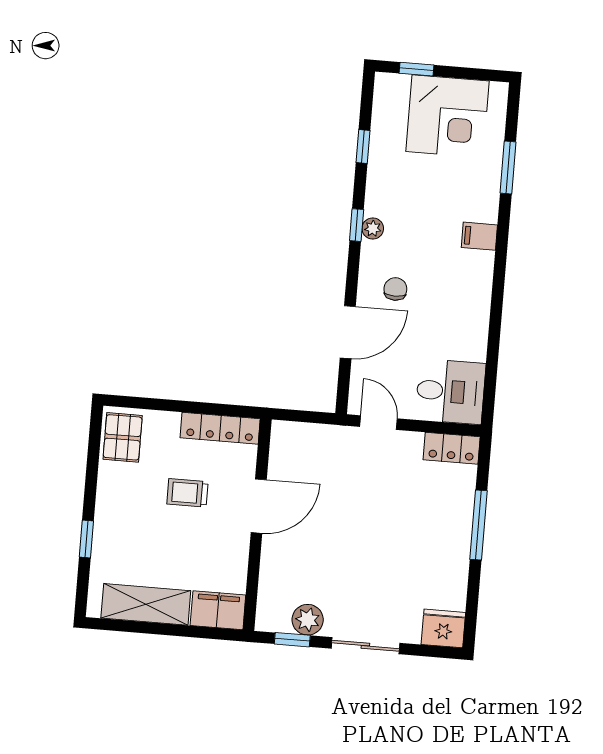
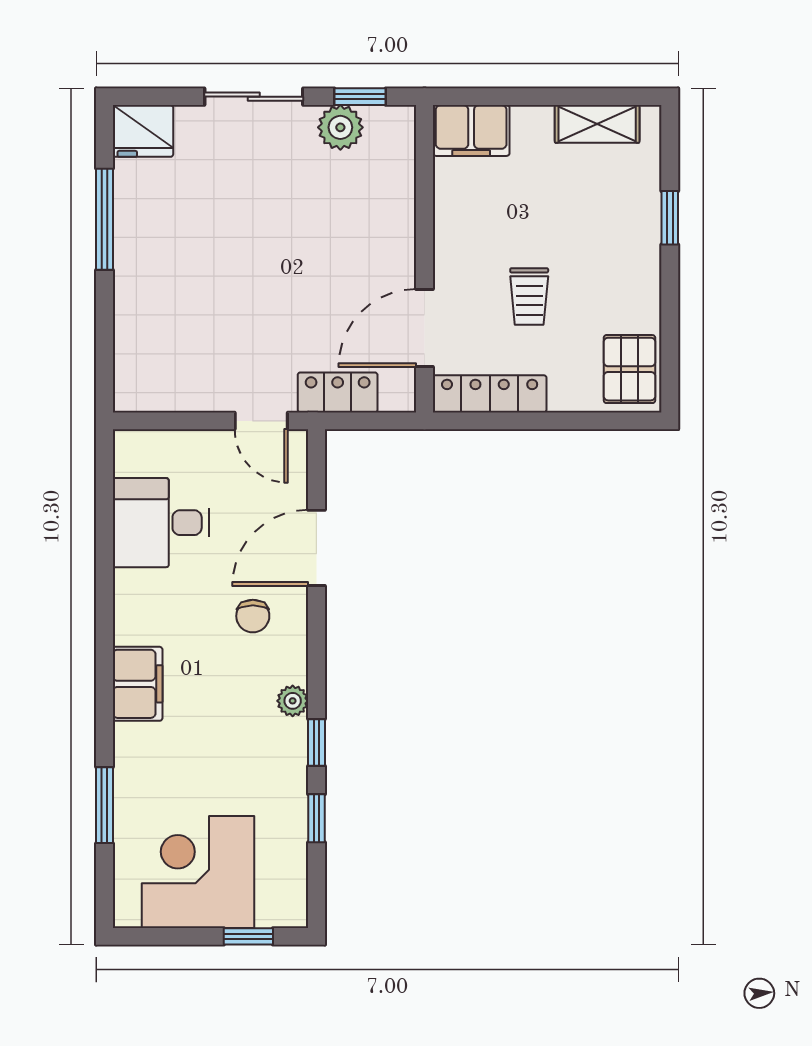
window: (357, 225) -> (316, 743), moved
filing cabinet: (479, 236) -> (138, 684), width x2.00
desk: (450, 391) -> (161, 523), moved
locker: (452, 448) -> (338, 392), moved
trolley: (187, 493) -> (529, 297), turned 90
door: (259, 506) -> (425, 328), moved
window: (479, 525) -> (104, 219), moved
shelving: (146, 604) -> (597, 124), width x0.67, depth x0.75

